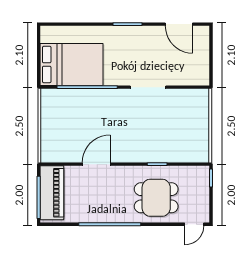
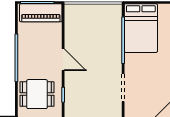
door: (96, 164) -> (63, 60), moved
dining table: (156, 198) -> (37, 94), turned 90

